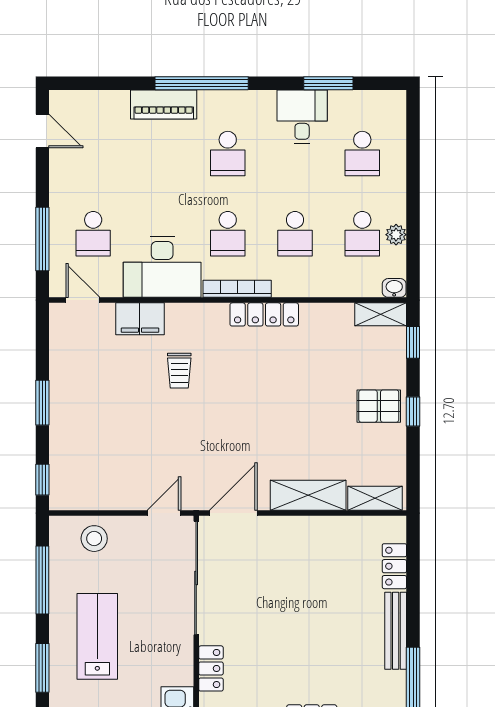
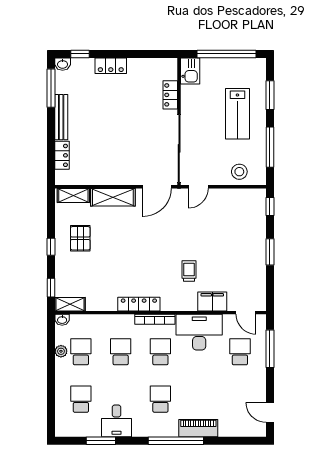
pallet: (379, 406) -> (80, 238), moved, turned 90

